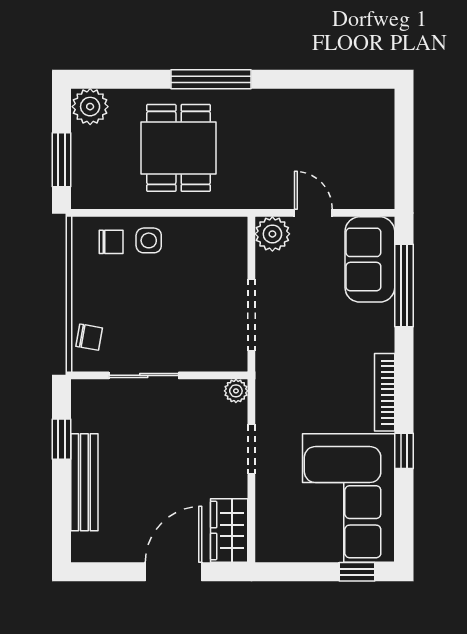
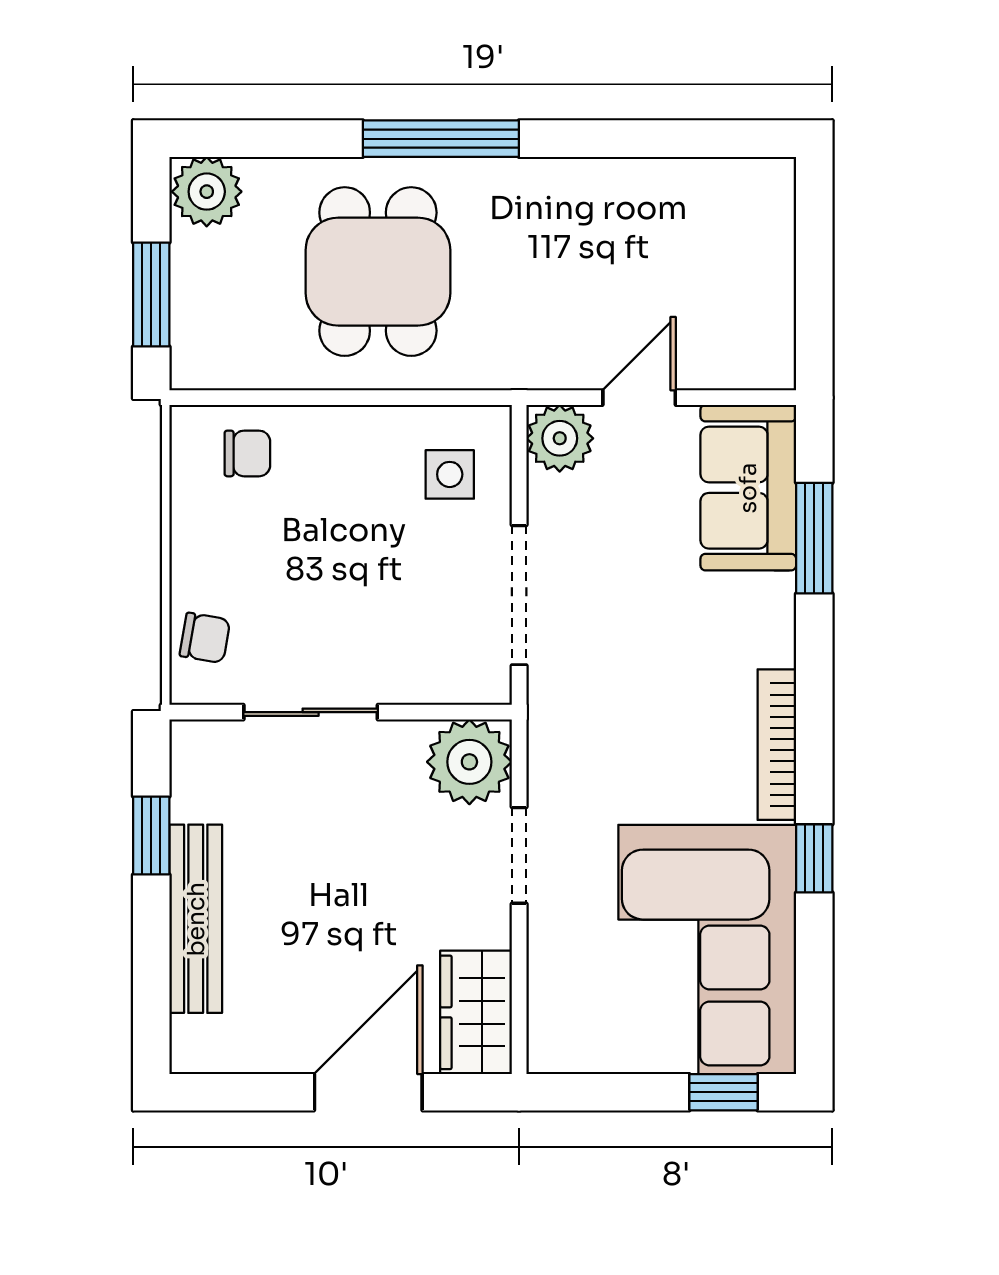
door: (313, 213) -> (639, 398), hinge flipped
side table: (149, 240) -> (450, 474), moved
window: (404, 286) -> (814, 538), width x0.69
plant: (236, 391) -> (469, 762), width x1.88, depth x1.88

